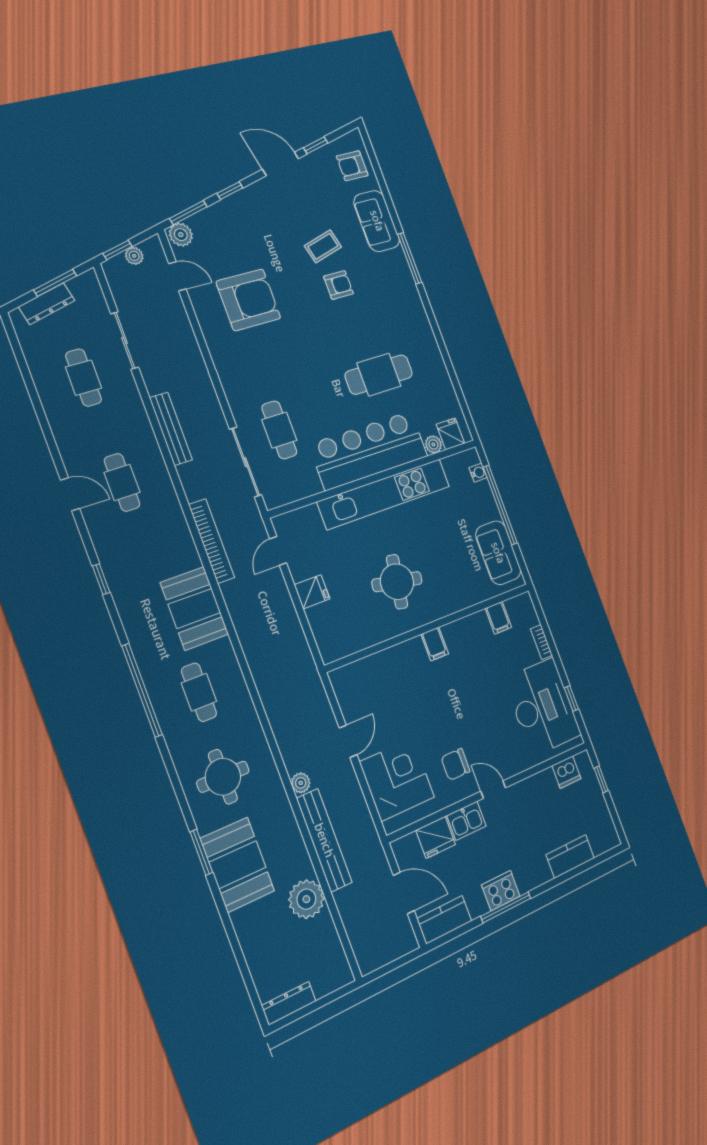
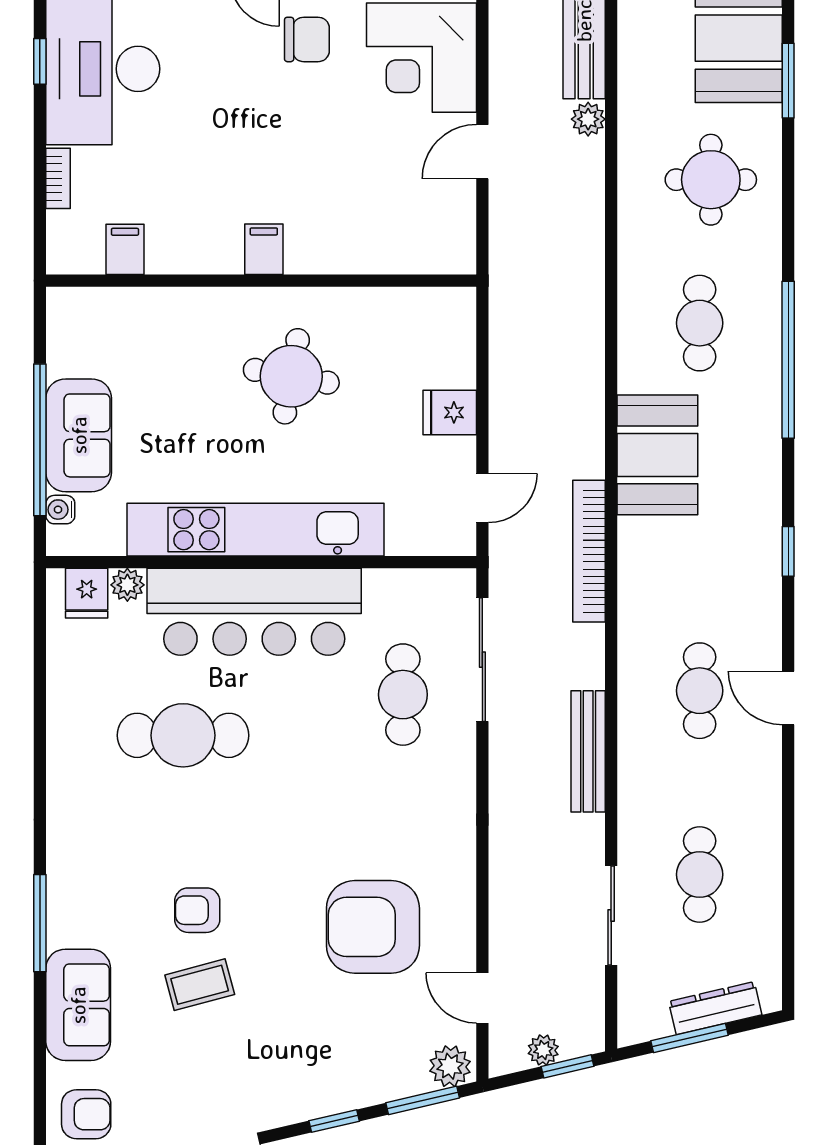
sofa: (498, 553) -> (79, 435), moved

